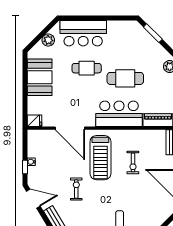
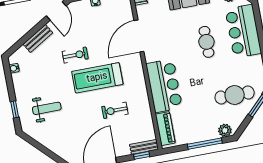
cafe table: (125, 78) -> (235, 95), moved, turned 90
treadmill: (100, 158) -> (97, 78), moved

